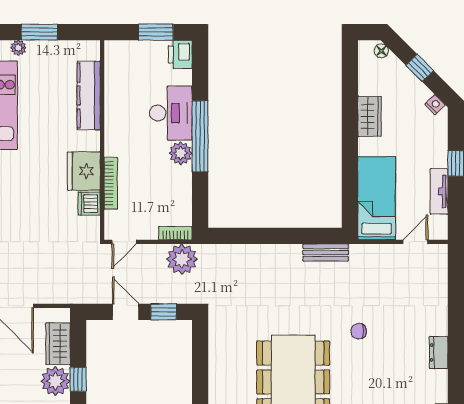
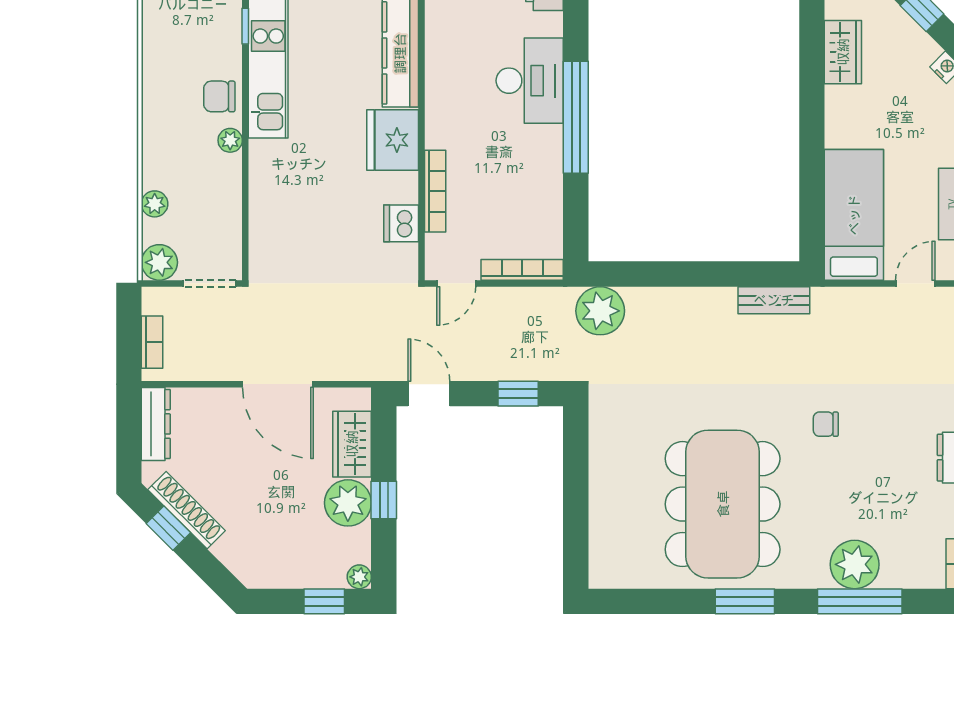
wardrobe: (370, 116) -> (843, 52), moved
plant: (181, 153) -> (545, 144), removed
fridge: (84, 171) -> (393, 140), moved
bookcase: (175, 233) -> (522, 270), width x1.56
plant: (182, 259) -> (600, 311), moved
door: (126, 312) -> (429, 394), moved

